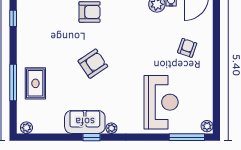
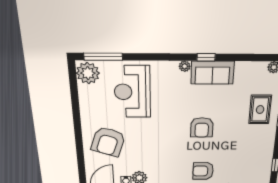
armchair: (187, 48) -> (108, 142), width x1.88, depth x1.88
armchair: (93, 64) -> (202, 127), turned -56
plant: (207, 126) -> (88, 73), width x1.88, depth x1.88

